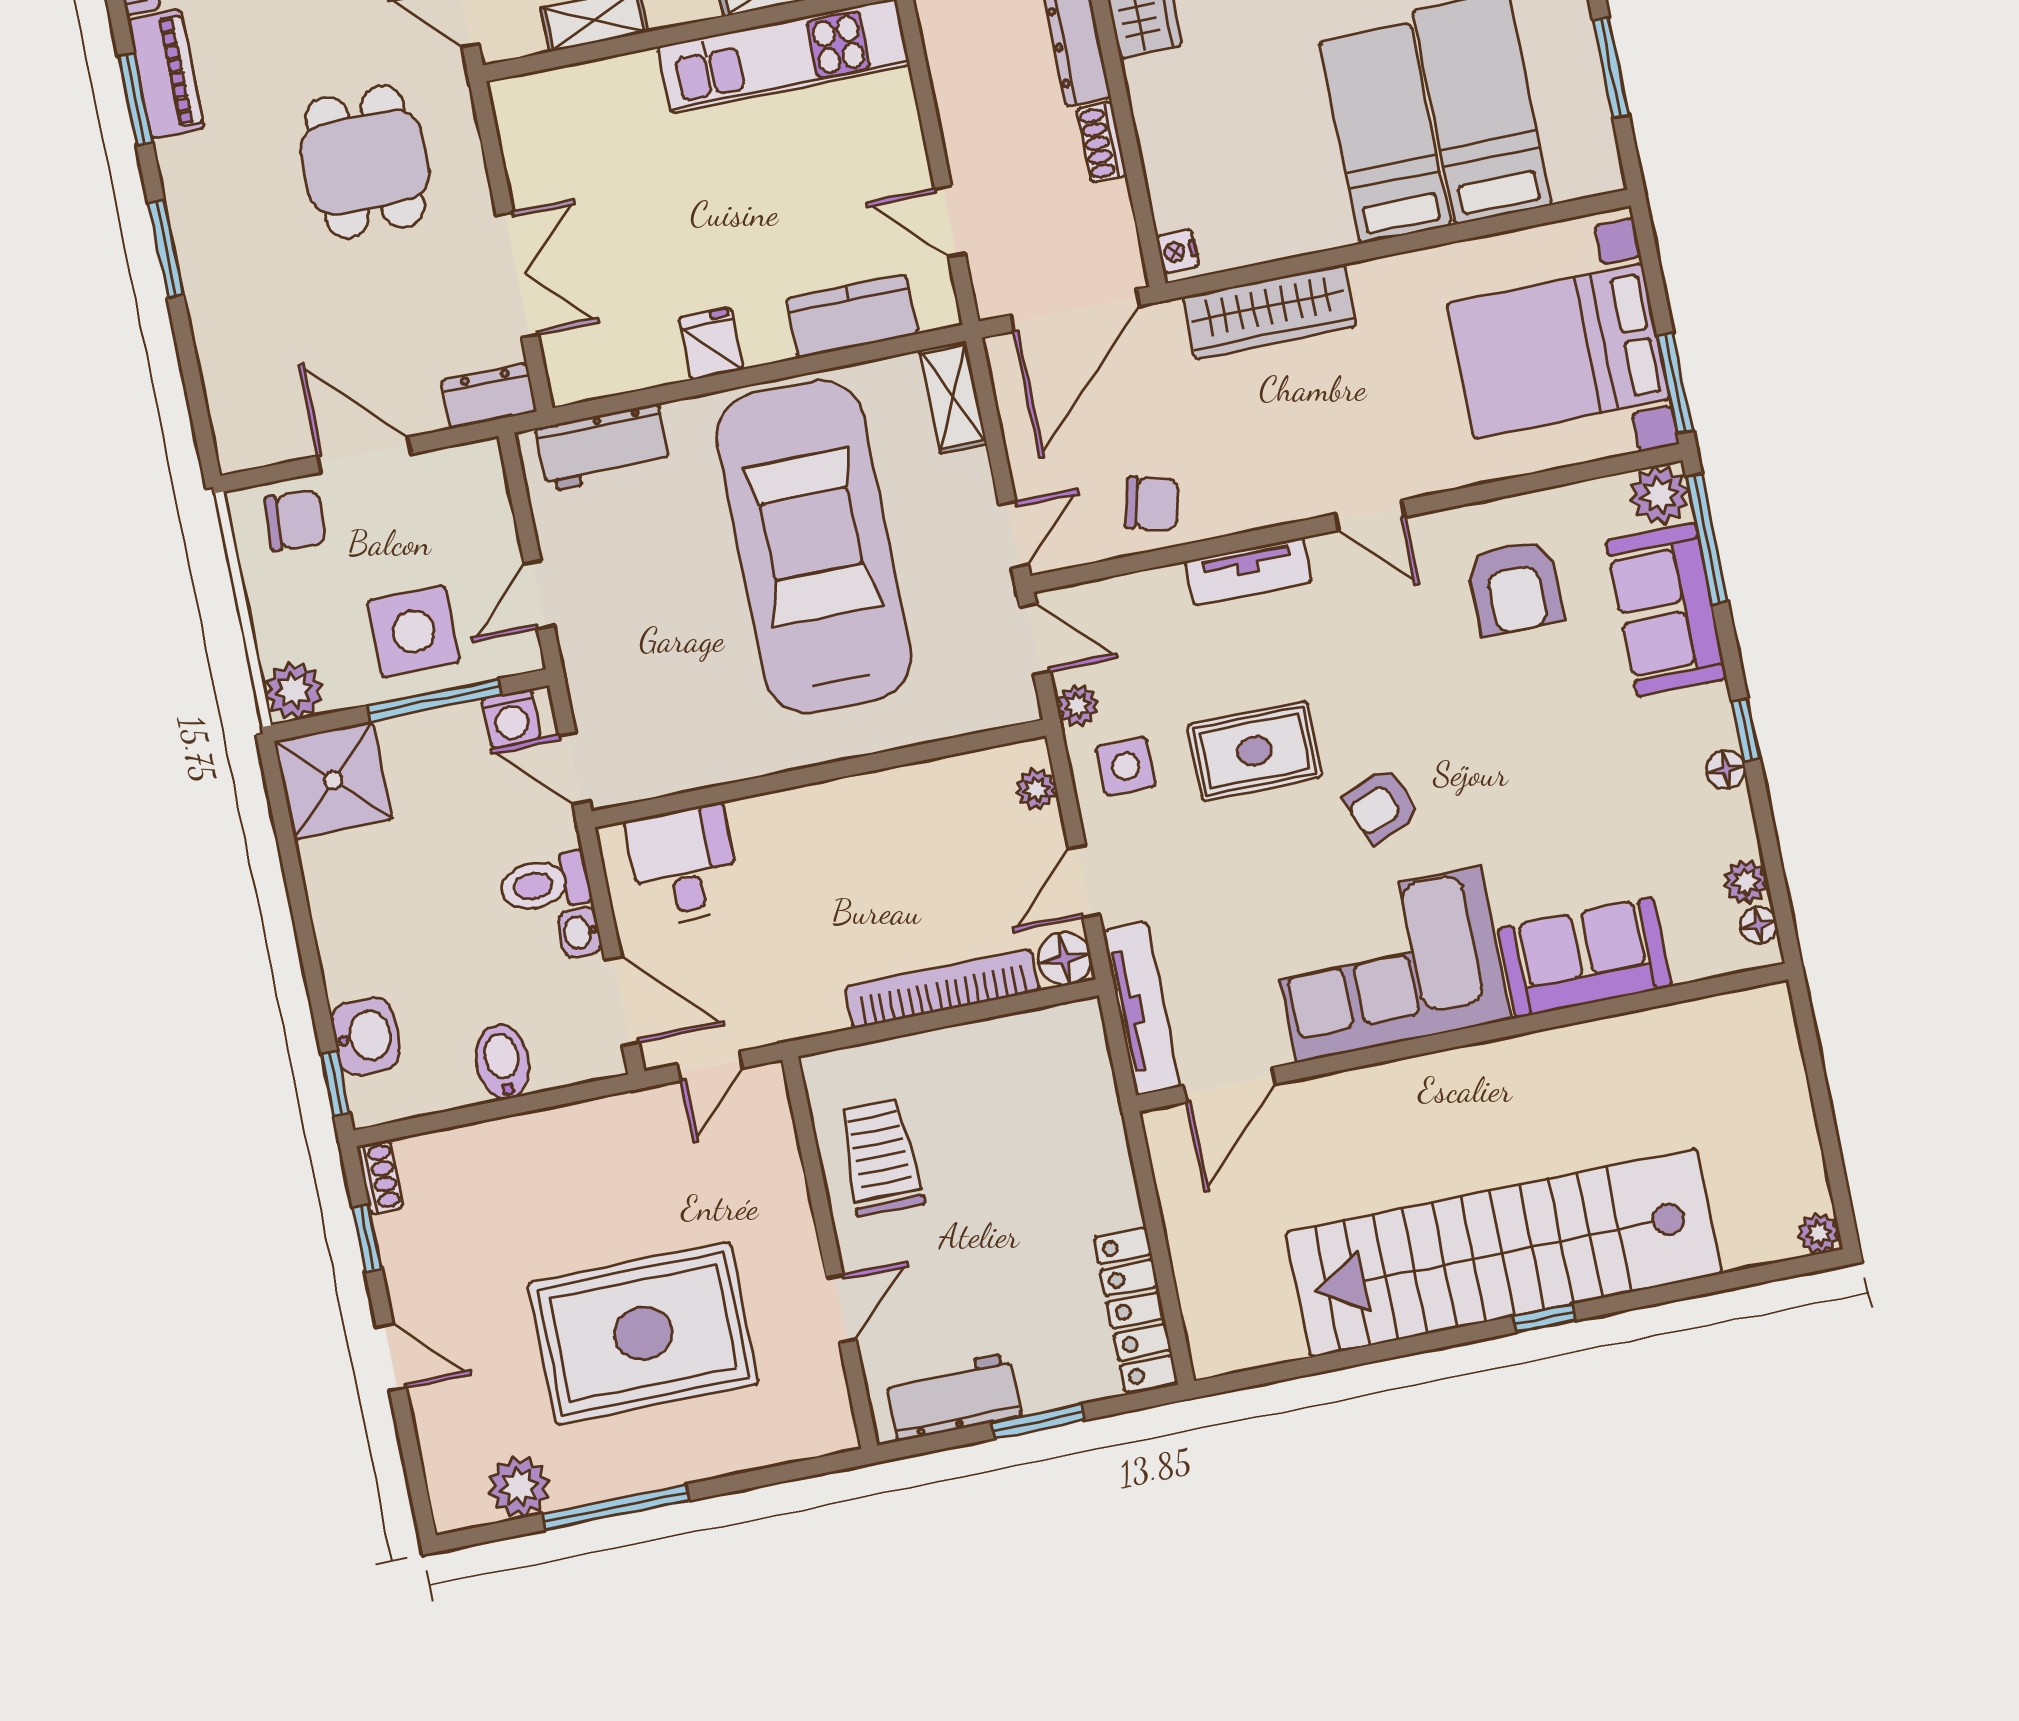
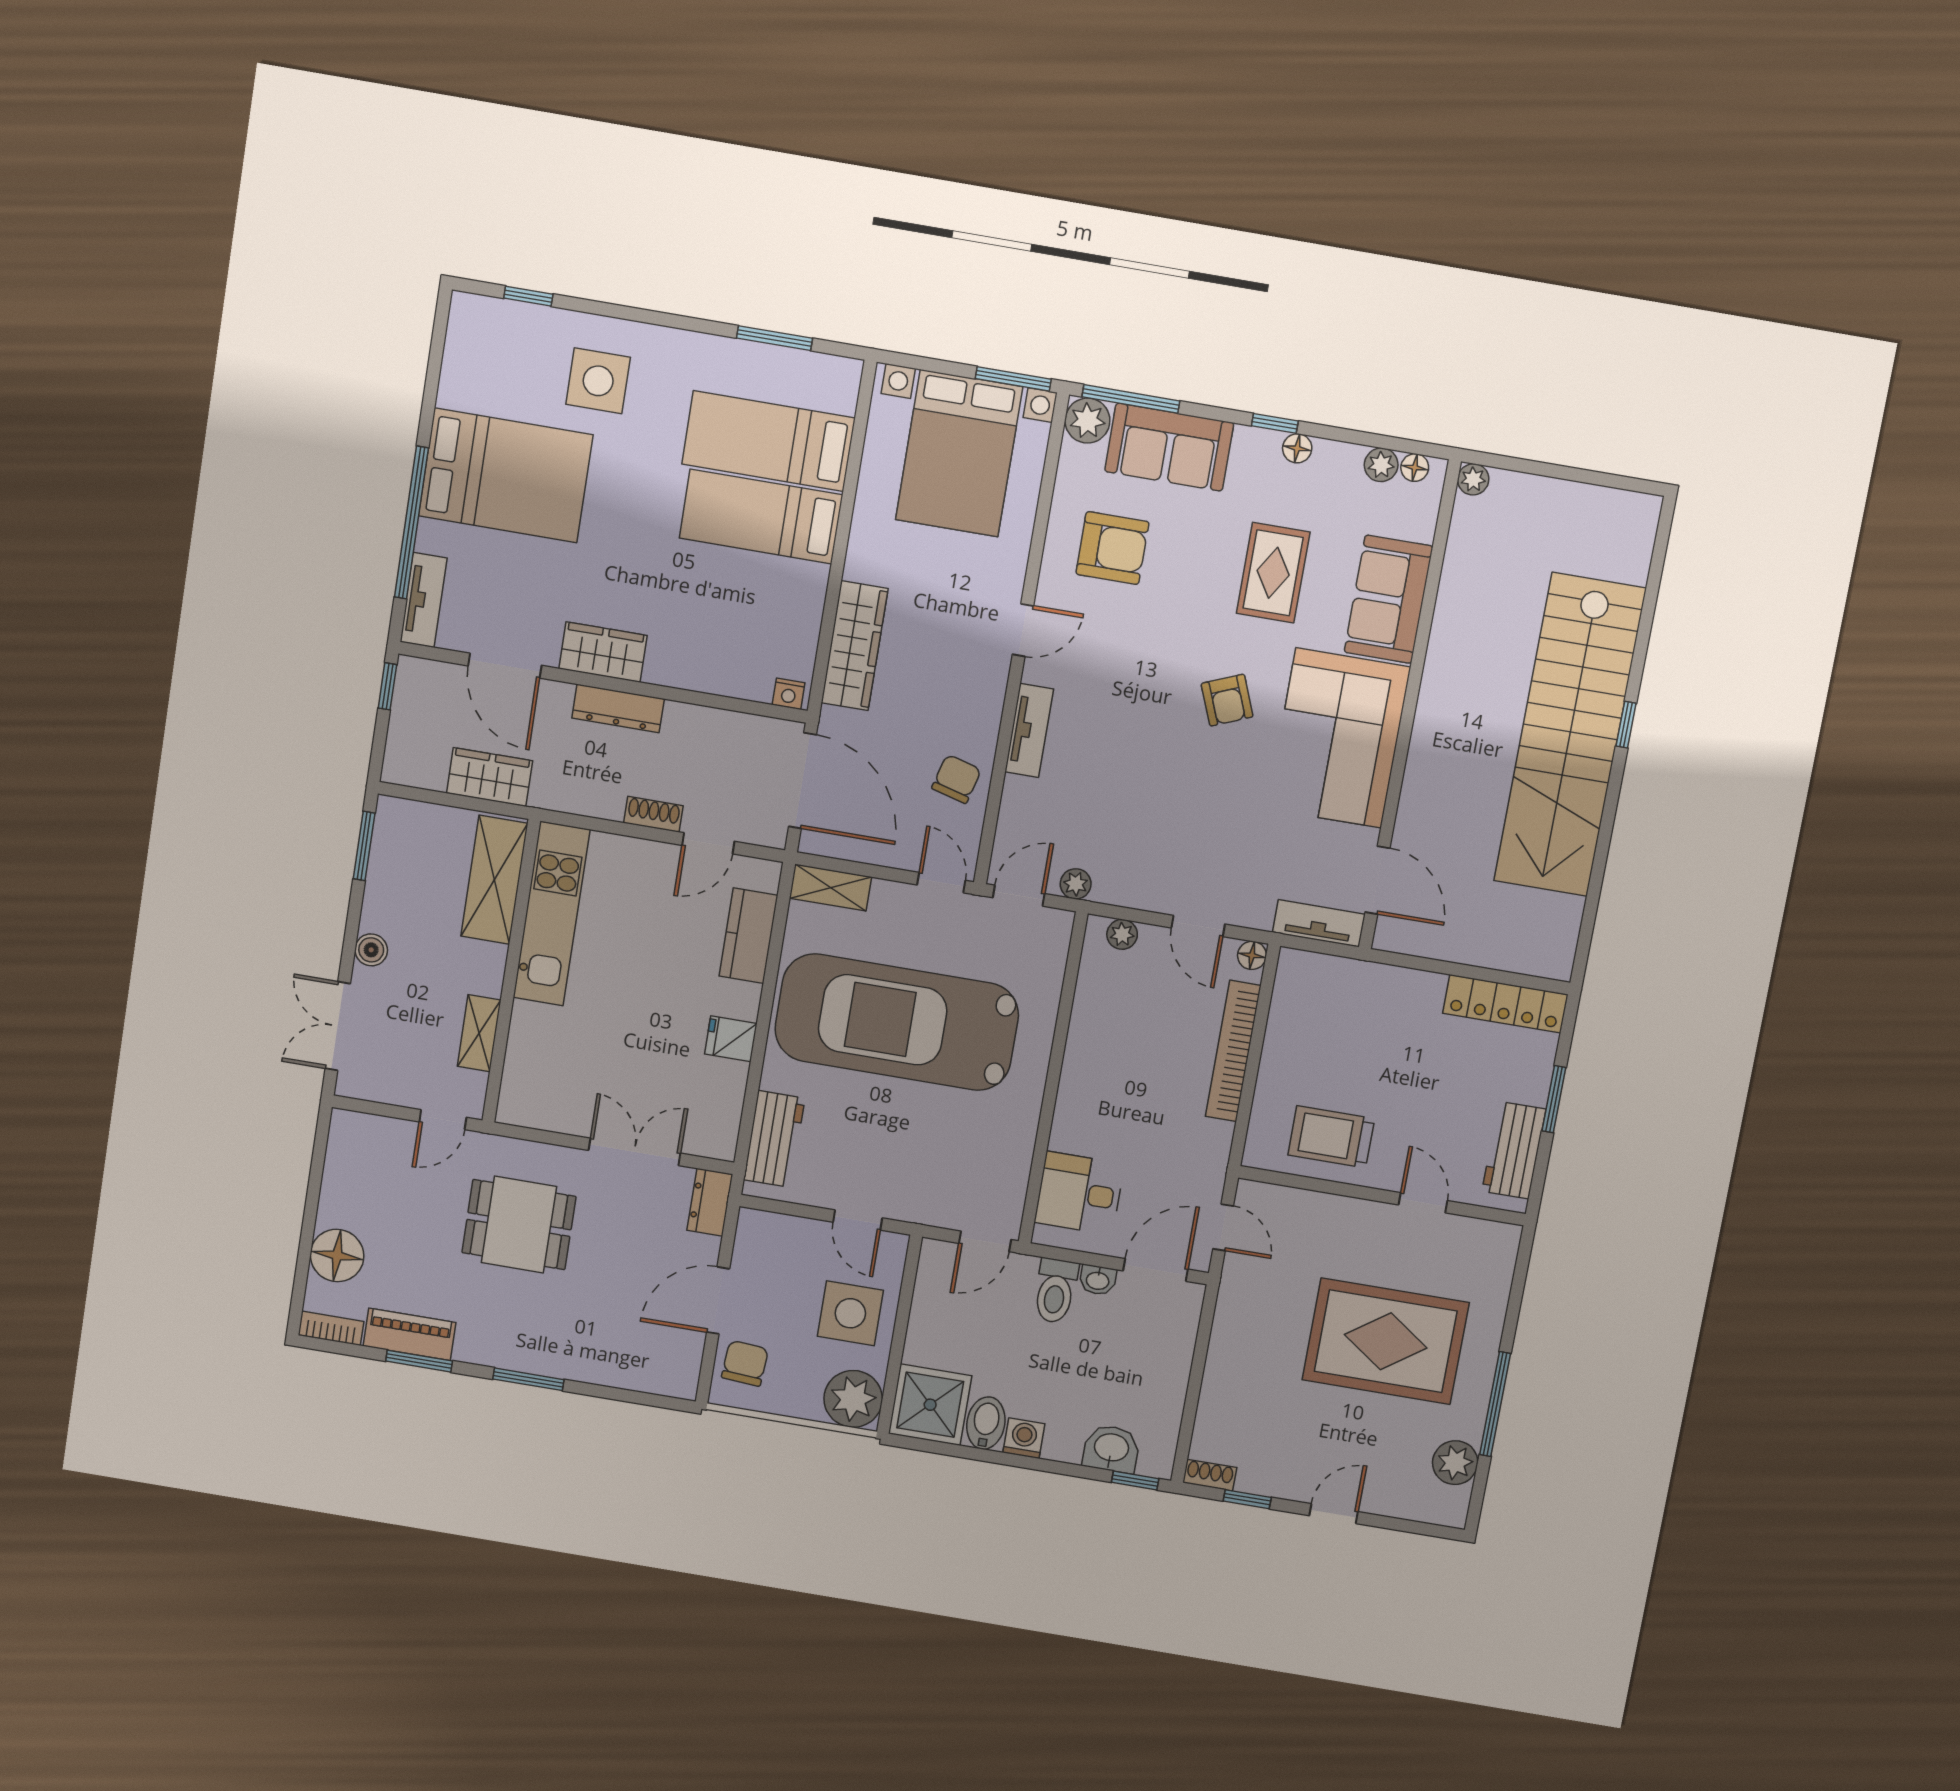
shoe rack: (1102, 142) -> (653, 814), moved, turned 180
plant: (294, 691) -> (853, 1399), width x1.36, depth x1.36
window: (434, 700) -> (902, 1317), removed
washing machine: (511, 719) -> (1024, 1438), moved, turned -90
rug: (1255, 751) -> (1273, 573), moved
side table: (1126, 766) -> (1130, 867), removed
floor lamp: (1065, 959) -> (1252, 955), width x0.73, depth x0.73
tv unit: (1141, 1009) -> (1319, 923), width x0.71
bidet: (503, 1062) -> (986, 1423), moved, turned 90
plant: (1819, 1233) -> (1473, 479), moved
rug: (643, 1333) -> (1386, 1341), turned 90

